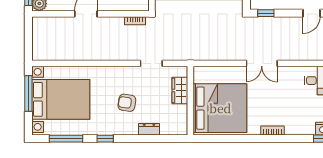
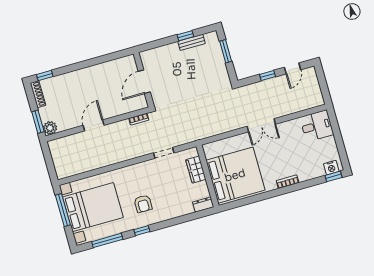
window: (266, 13) -> (268, 76), moved
armchair: (127, 103) -> (143, 204), moved, turned -99
dresser: (149, 129) -> (203, 204), moved

